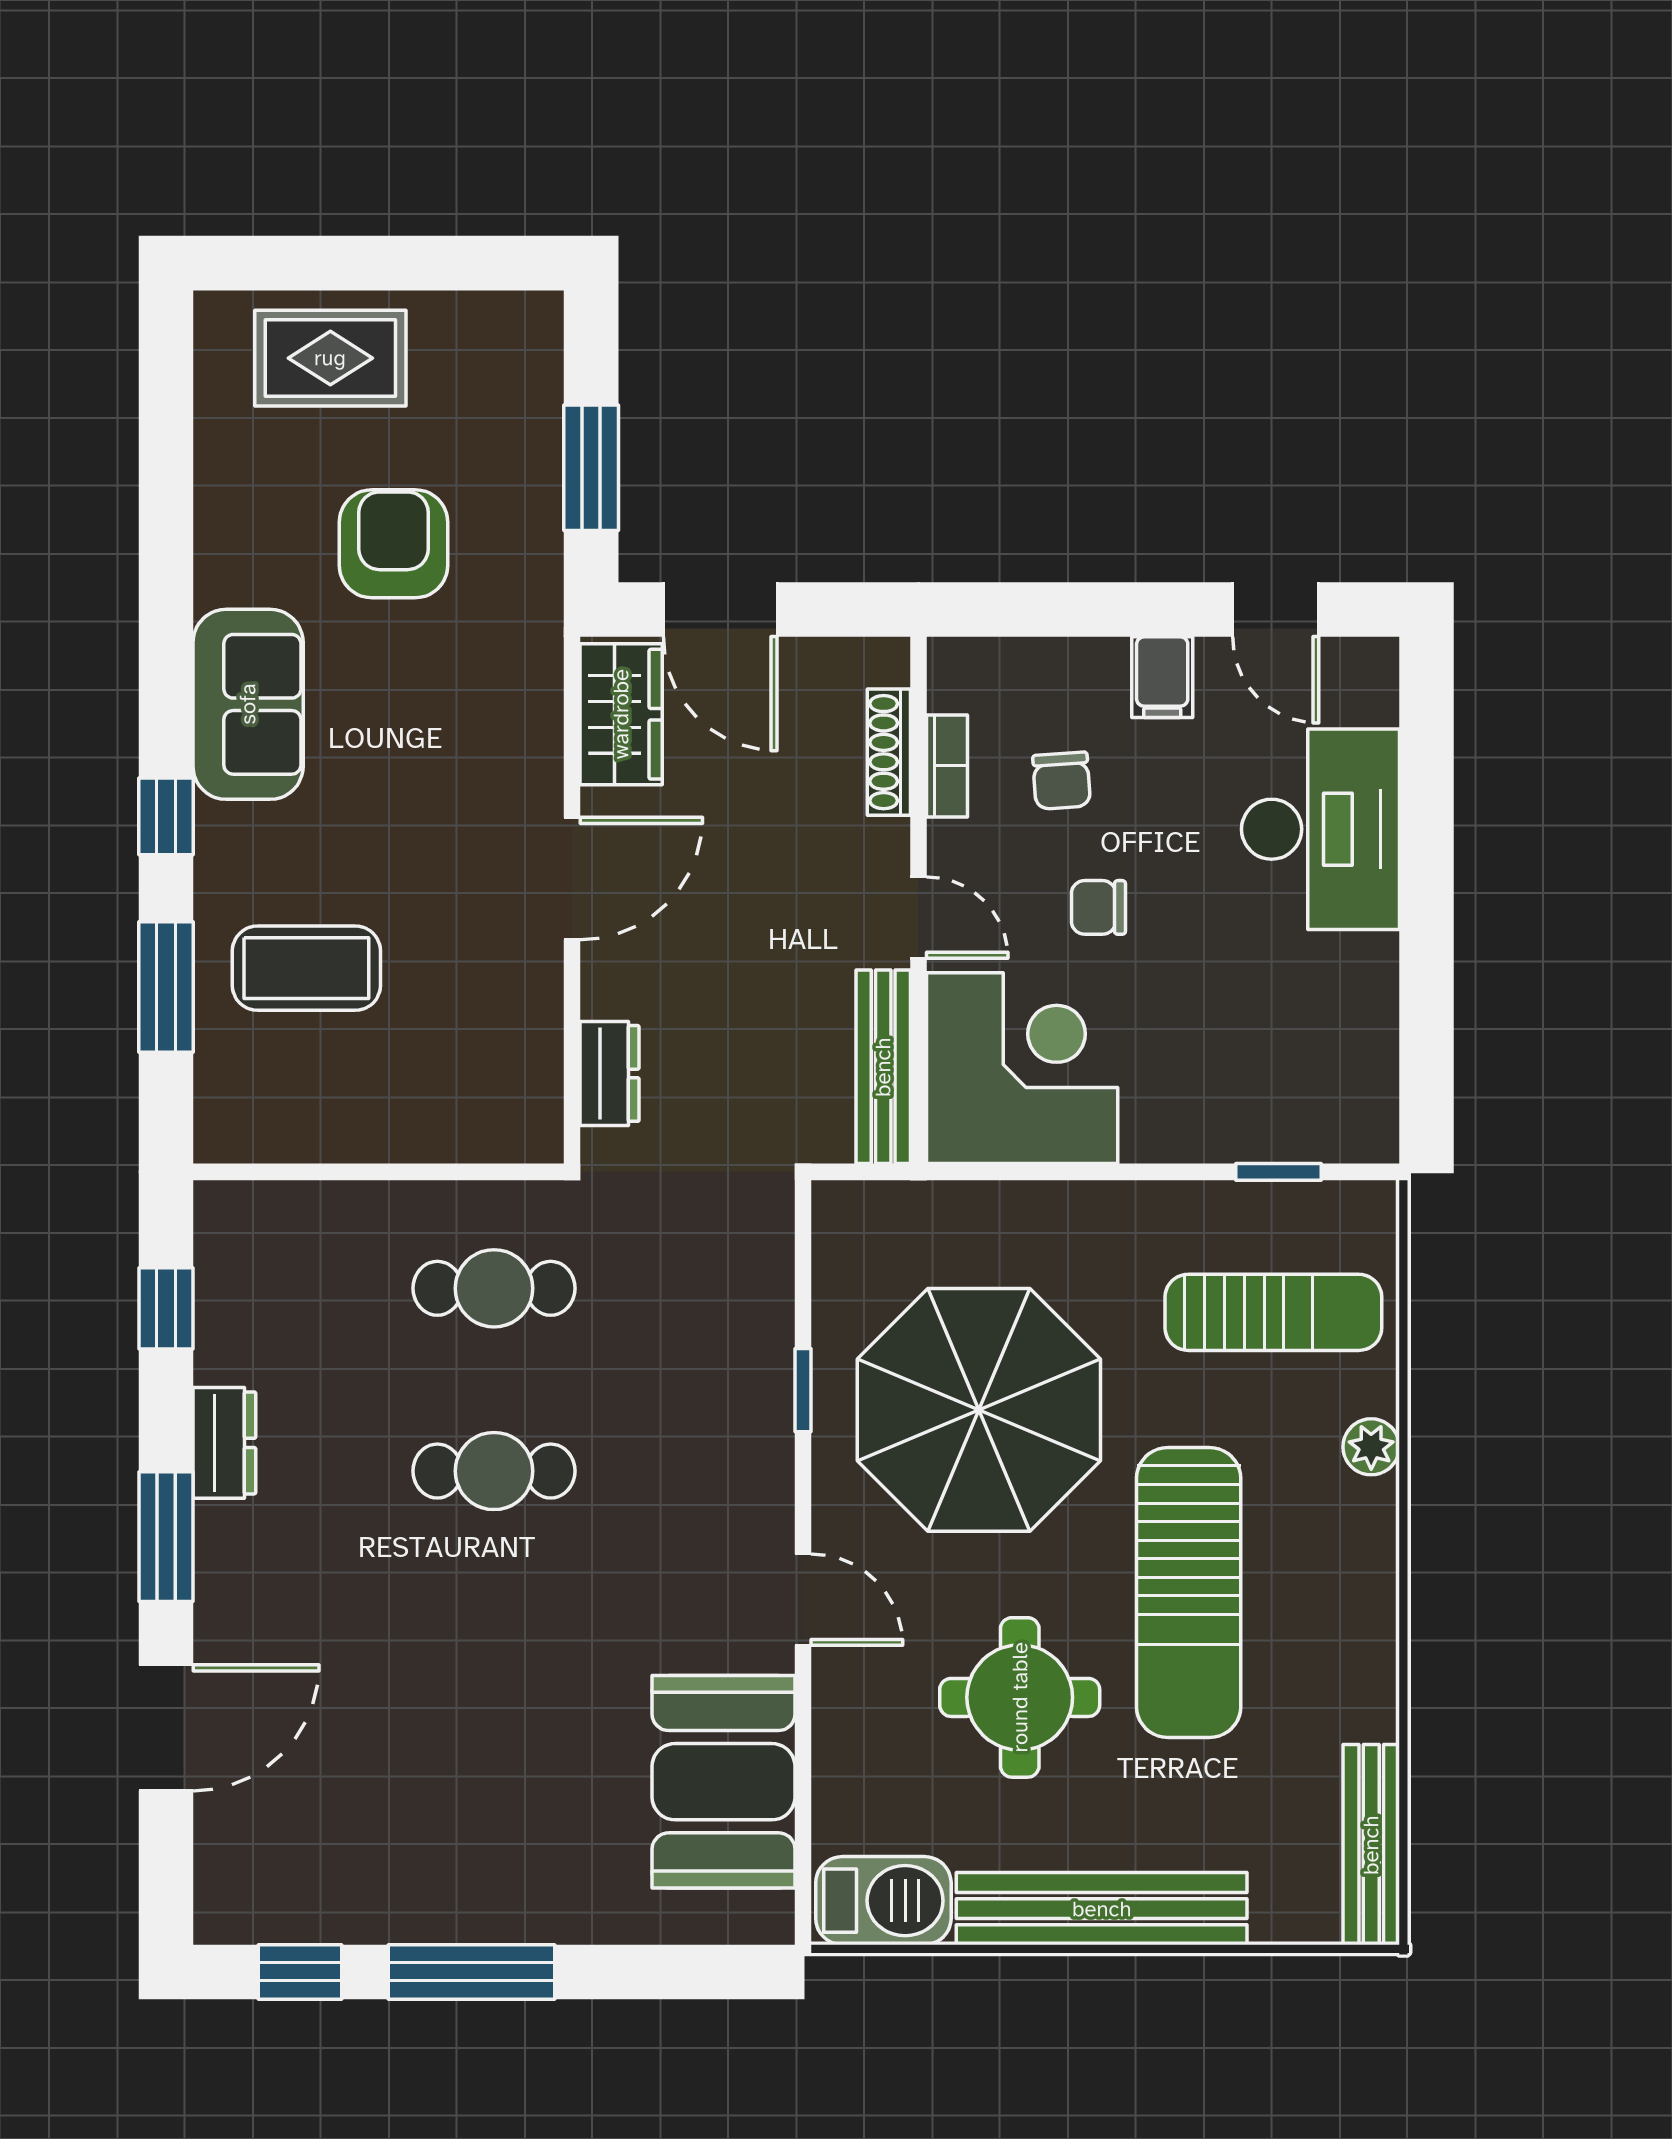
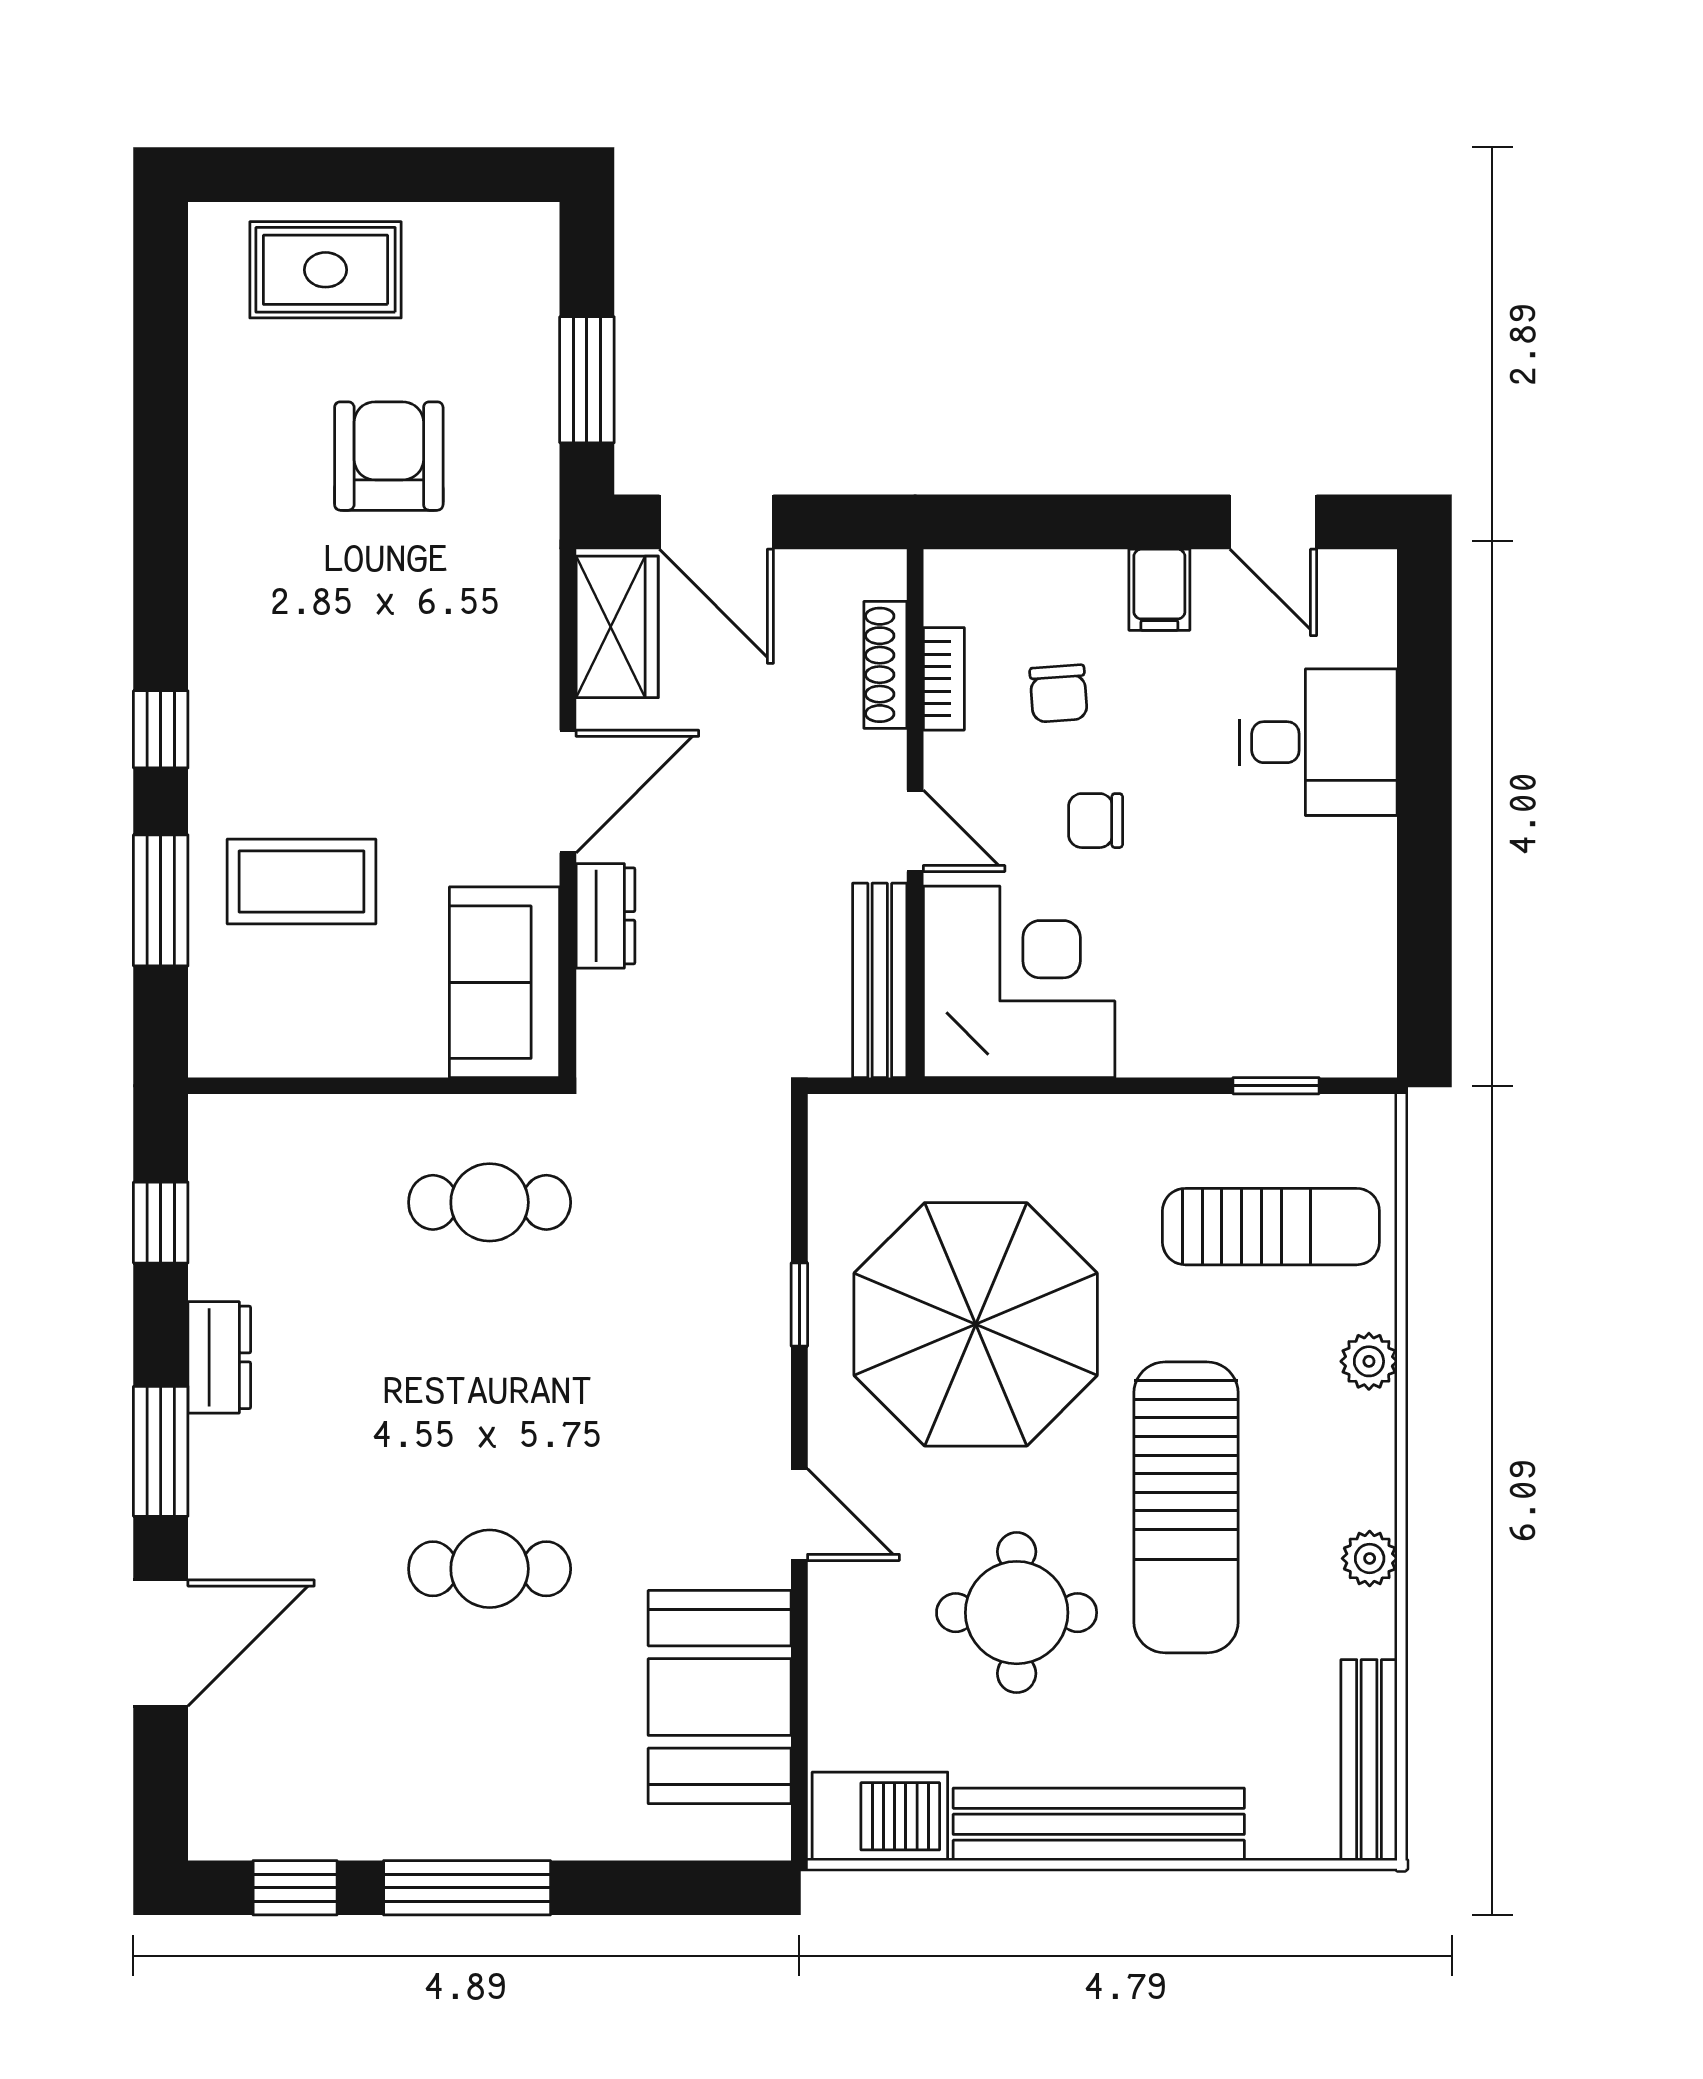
sofa: (248, 704) -> (505, 982), moved, turned 180
desk: (1320, 829) -> (1318, 742), width x0.73
dresser: (610, 1073) -> (605, 916), moved
cafe table: (494, 1471) -> (490, 1569), moved
plant: (1372, 1643) -> (1370, 1558), added

